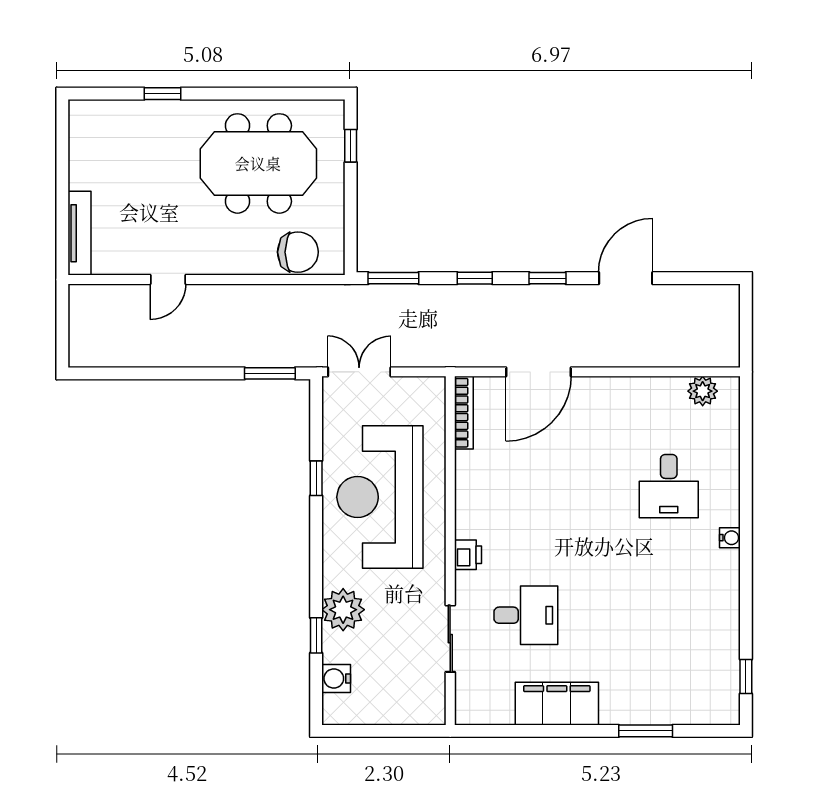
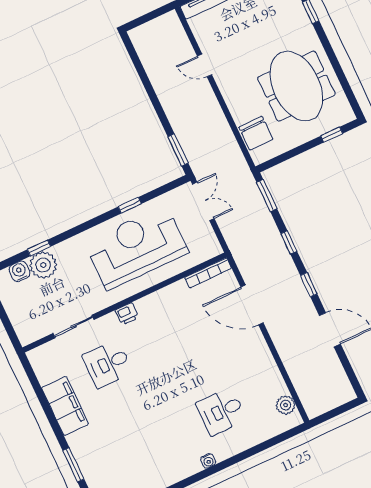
plant: (343, 610) -> (43, 265), moved
desk: (526, 615) -> (108, 364), turned 90

